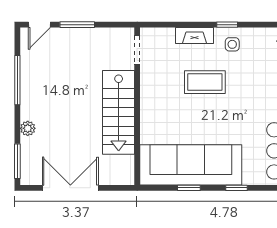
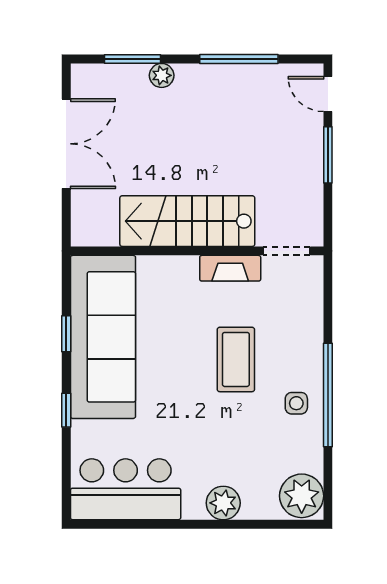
window: (227, 25) -> (328, 395), width x3.17
fireplace: (195, 35) -> (230, 268), moved, turned -90
window: (17, 161) -> (132, 59), moved

